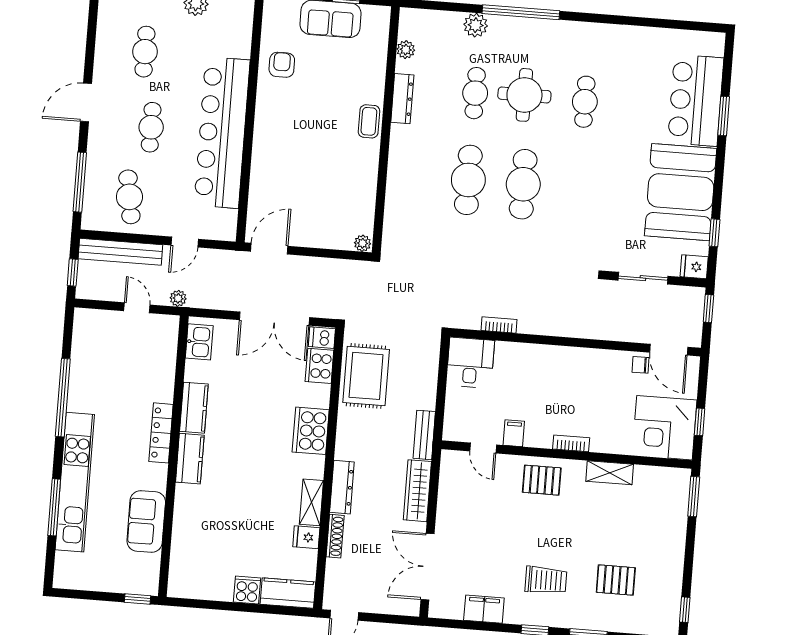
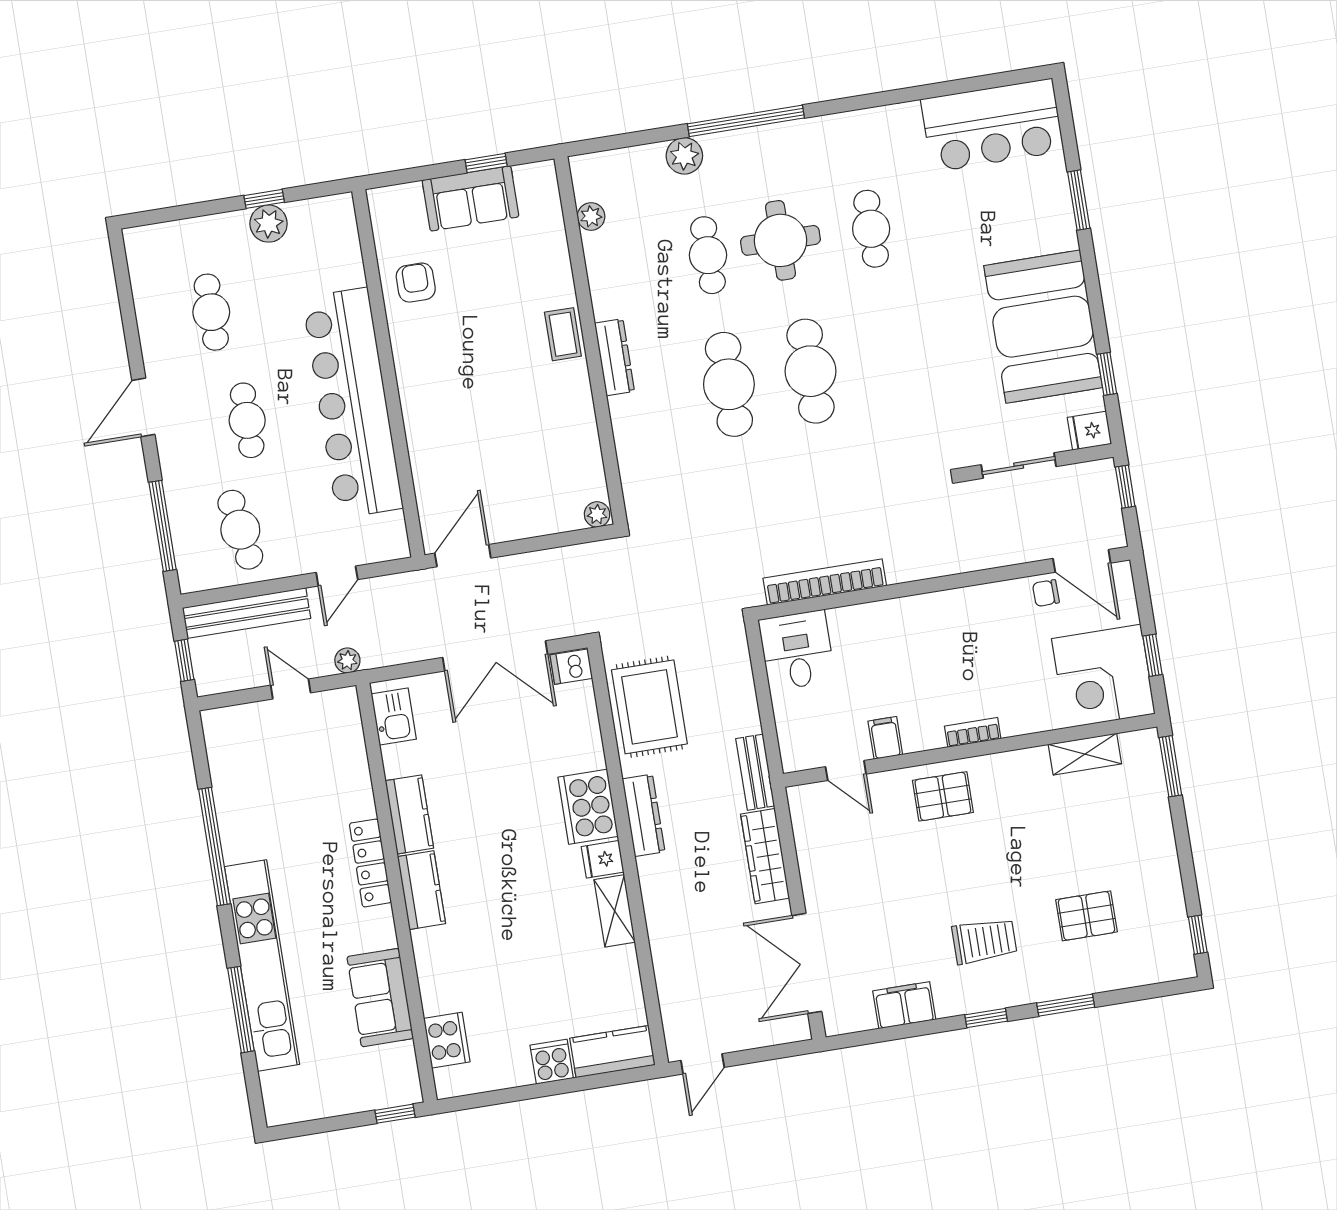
dresser: (402, 99) -> (615, 357), moved
bar counter: (696, 100) -> (992, 125), moved, turned -90
bookcase: (499, 325) -> (825, 582), width x2.31, depth x1.31
cooker: (319, 366) -> (447, 1040), moved, turned 180
shelving: (610, 473) -> (1085, 754), moved
dresser: (342, 487) -> (644, 815), moved
shoe rack: (335, 536) -> (661, 952), removed
fridge: (306, 537) -> (603, 859), moved

